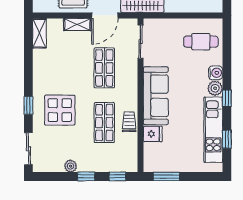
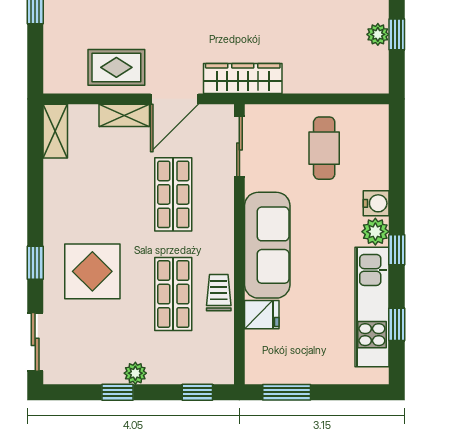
cafe table: (201, 42) -> (324, 148), moved, turned 90
plant: (71, 166) -> (135, 373), moved
window: (86, 176) -> (118, 392), moved

